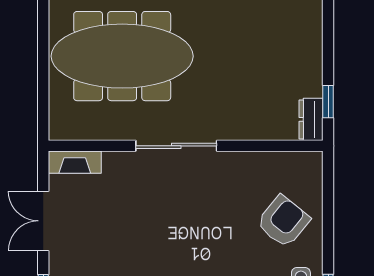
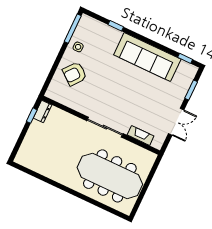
fireplace: (75, 162) -> (141, 135), moved

